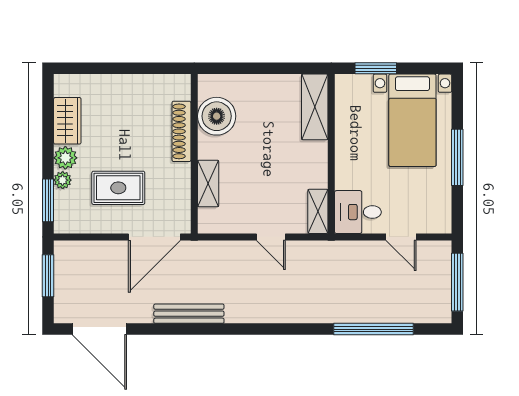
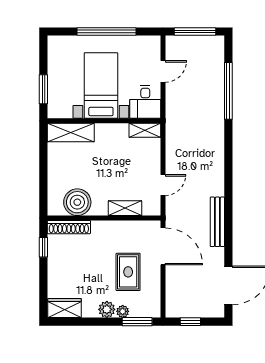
window: (153, 68) -> (43, 247), added
bed with nightstands: (412, 120) -> (101, 86), moved, turned -90
wardrobe: (67, 121) -> (64, 308), moved
shoe rack: (181, 131) -> (69, 227), moved
window: (457, 157) -> (107, 32), width x1.46
door: (271, 237) -> (163, 185), moved
window: (48, 276) -> (190, 322), width x0.67

